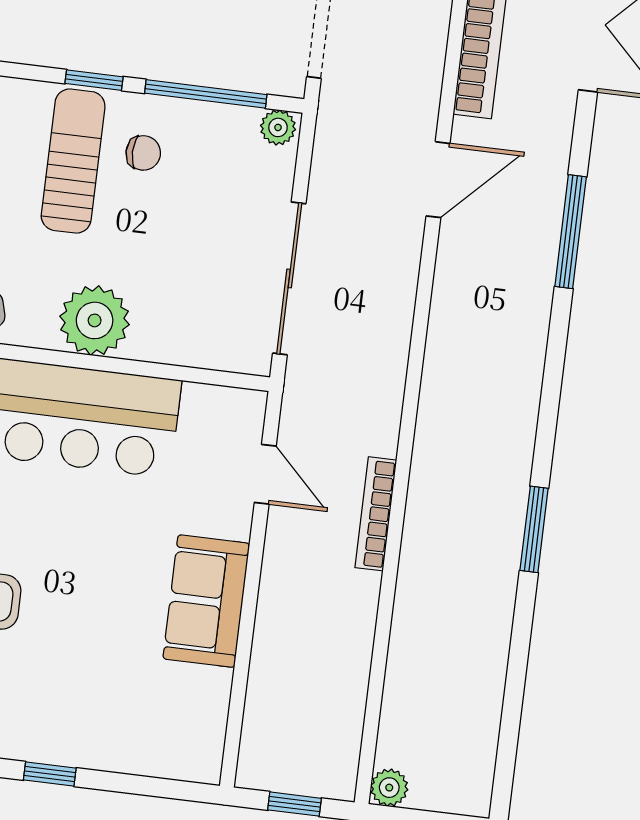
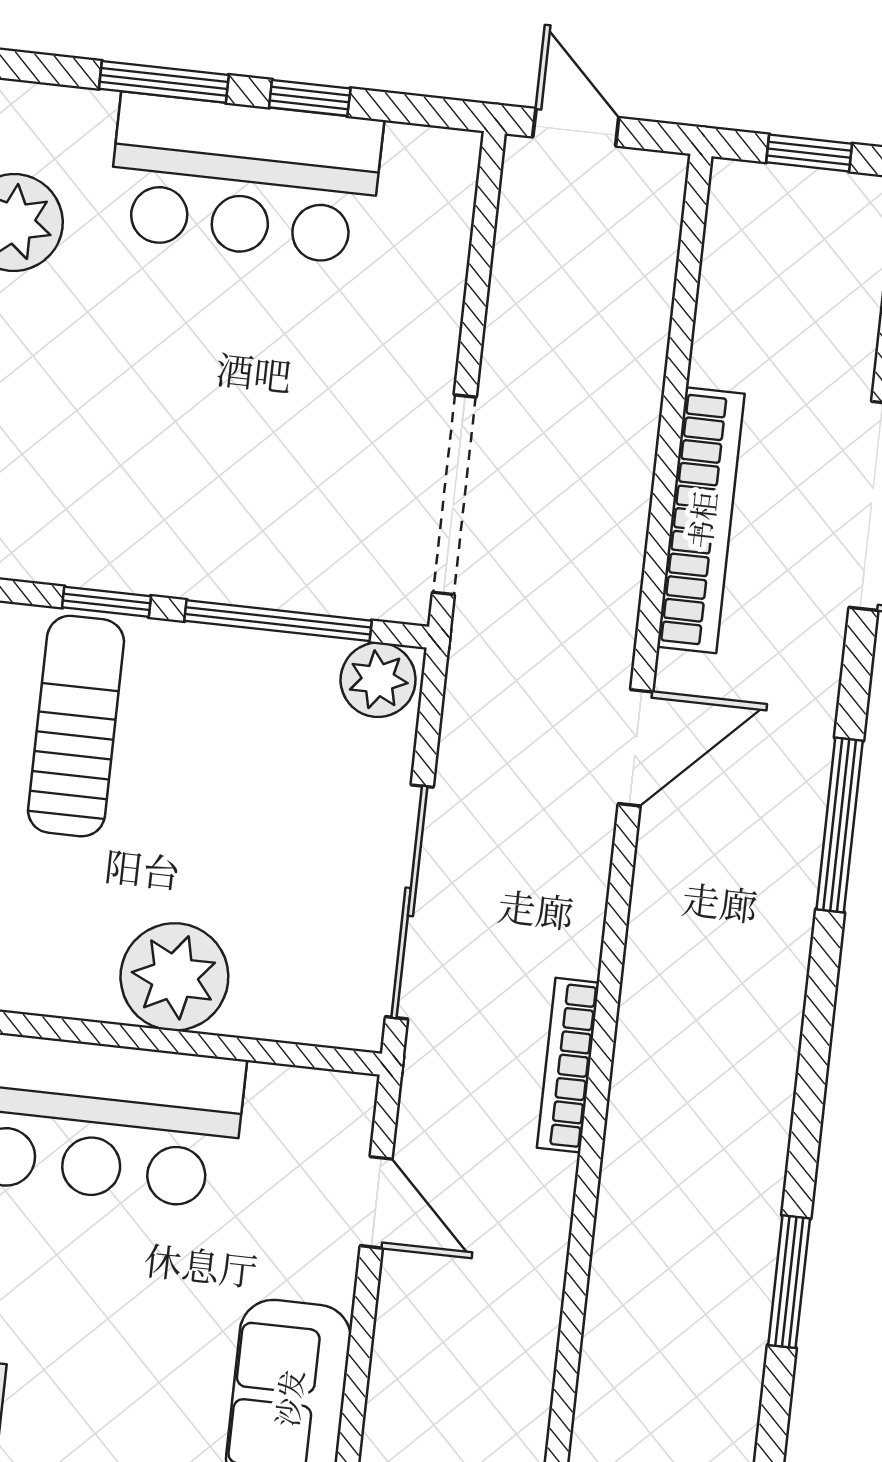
plant: (278, 127) -> (378, 680), width x1.38, depth x1.38
chair: (143, 153) -> (183, 712), removed
plant: (95, 320) -> (174, 977), moved
bookcase: (376, 514) -> (568, 1065), moved

